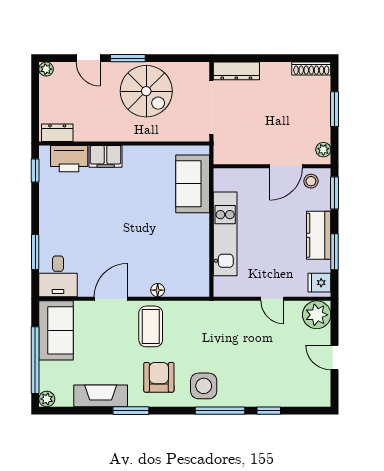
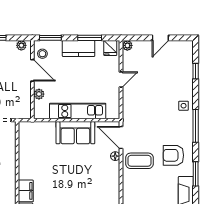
plant: (250, 176) -> (39, 94), added
sofa: (193, 184) -> (75, 133), moved
door: (111, 299) -> (121, 137), moved
plant: (317, 315) -> (127, 45), width x0.53, depth x0.53
side table: (204, 386) -> (184, 106), moved, width x0.54, depth x0.54
window: (220, 411) -> (196, 126), moved
window: (269, 411) -> (196, 71), moved

